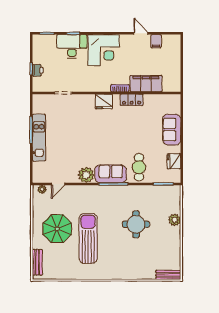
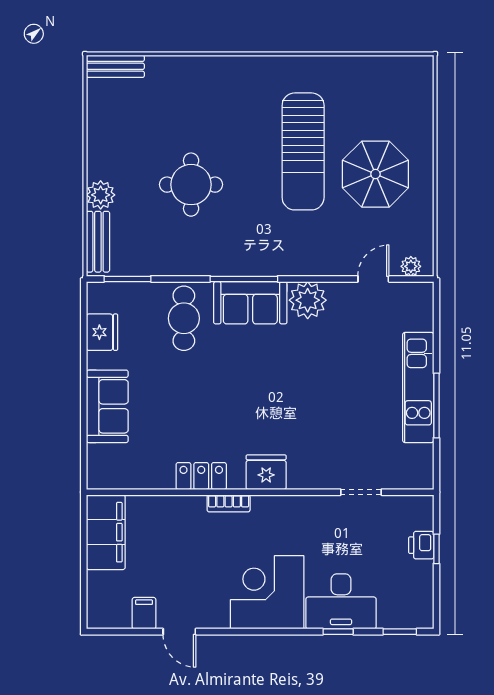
filing cabinet: (146, 84) -> (106, 532), moved, turned -90
bench: (37, 262) -> (98, 242), moved

